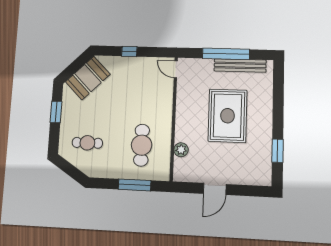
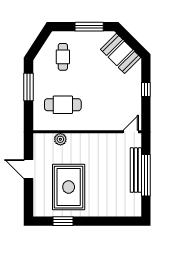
bench: (240, 66) -> (136, 170), moved
window: (56, 112) -> (89, 27), width x1.44
rug: (228, 116) -> (69, 187), moved, turned 90
window: (135, 185) -> (29, 87), moved

